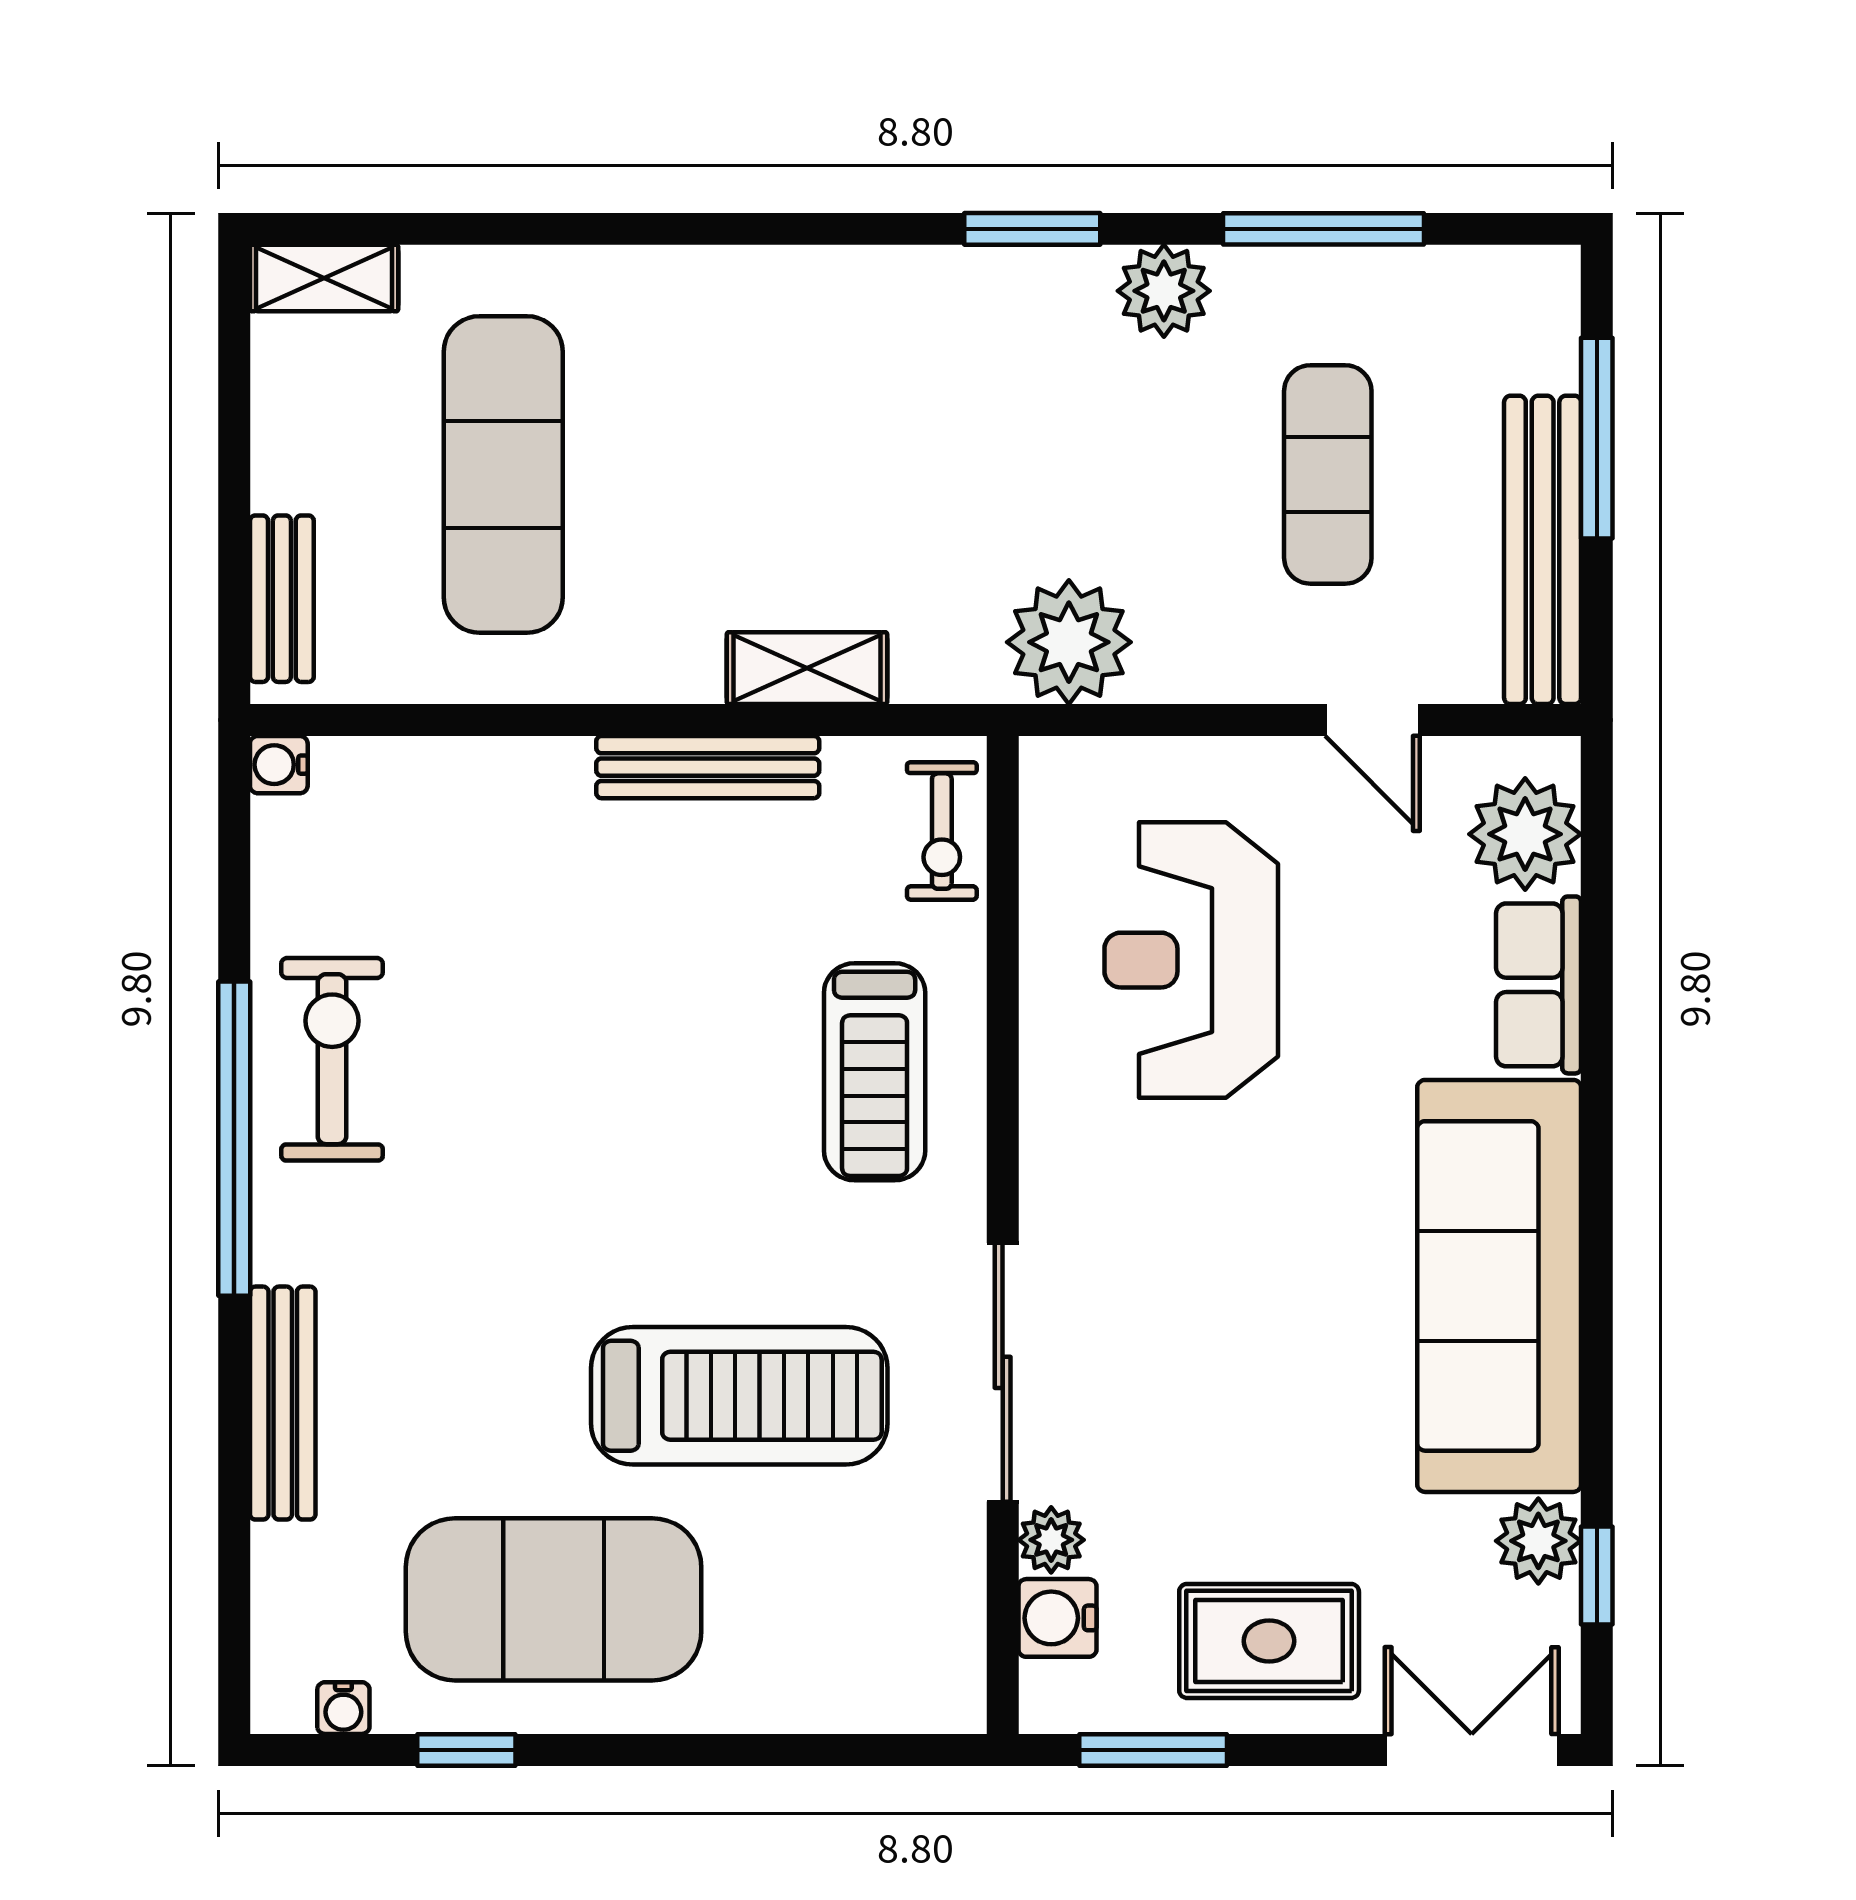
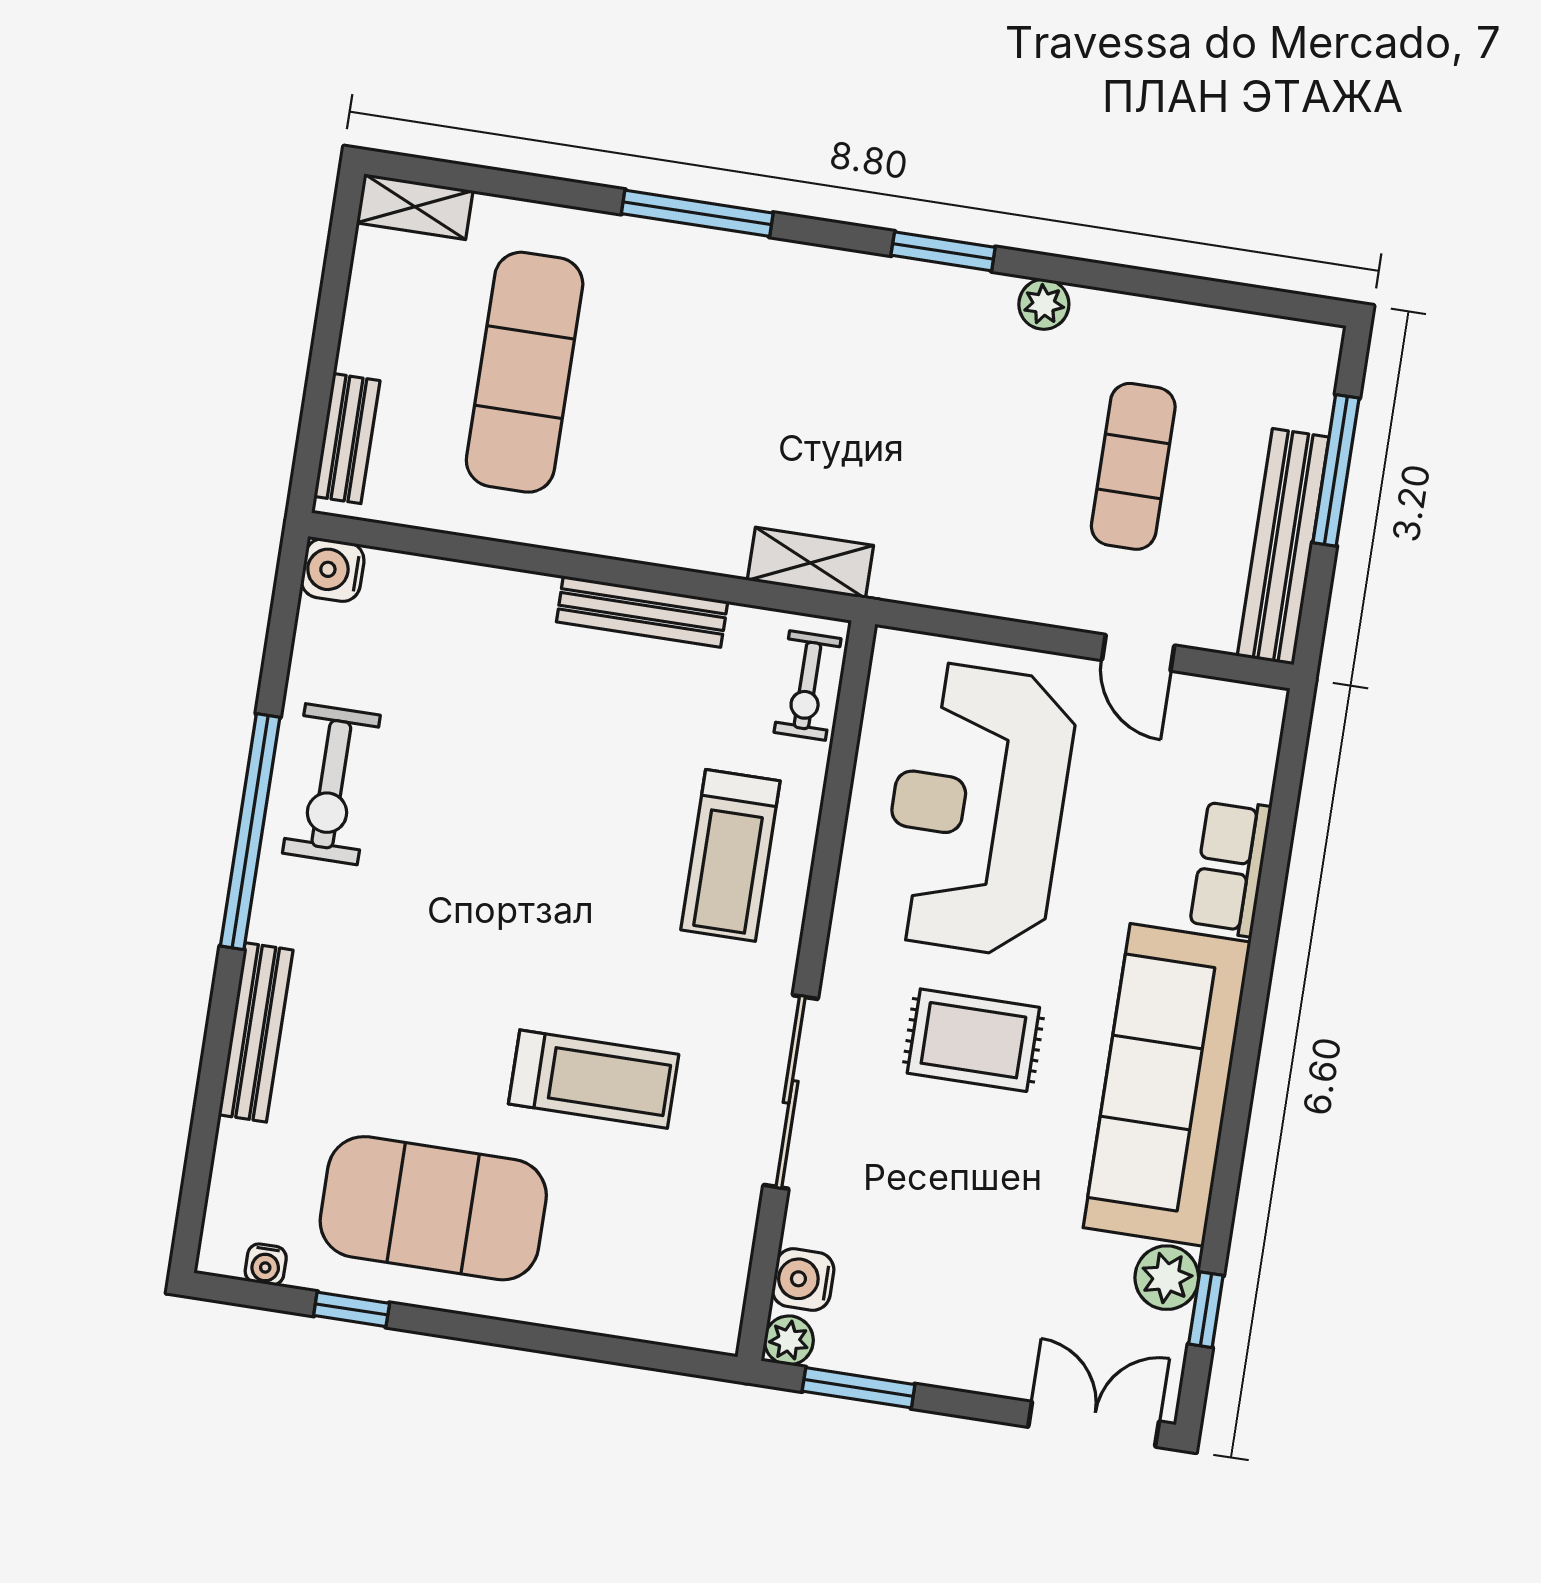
window: (1323, 229) -> (697, 213), moved
plant: (1164, 291) -> (1044, 304), width x0.73, depth x0.73
plant: (1069, 642) -> (923, 561), removed
shelving: (807, 668) -> (810, 563), moved
water cooler: (279, 765) -> (333, 570), width x1.38, depth x1.38
plant: (1525, 834) -> (1238, 754), removed
reception desk: (1191, 960) -> (977, 809), width x1.36, depth x1.30
exercise bike: (332, 1059) -> (331, 784), turned 180
treadmill: (739, 1396) -> (594, 1079), width x0.73, depth x0.73
plant: (1051, 1540) -> (789, 1340), moved
rug: (1269, 1641) -> (973, 1040), moved

